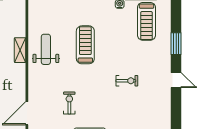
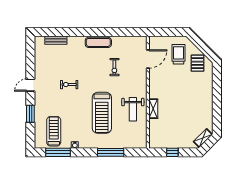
treadmill: (85, 45) -> (102, 113), width x1.37, depth x1.38
door: (176, 80) -> (30, 85), hinge flipped

